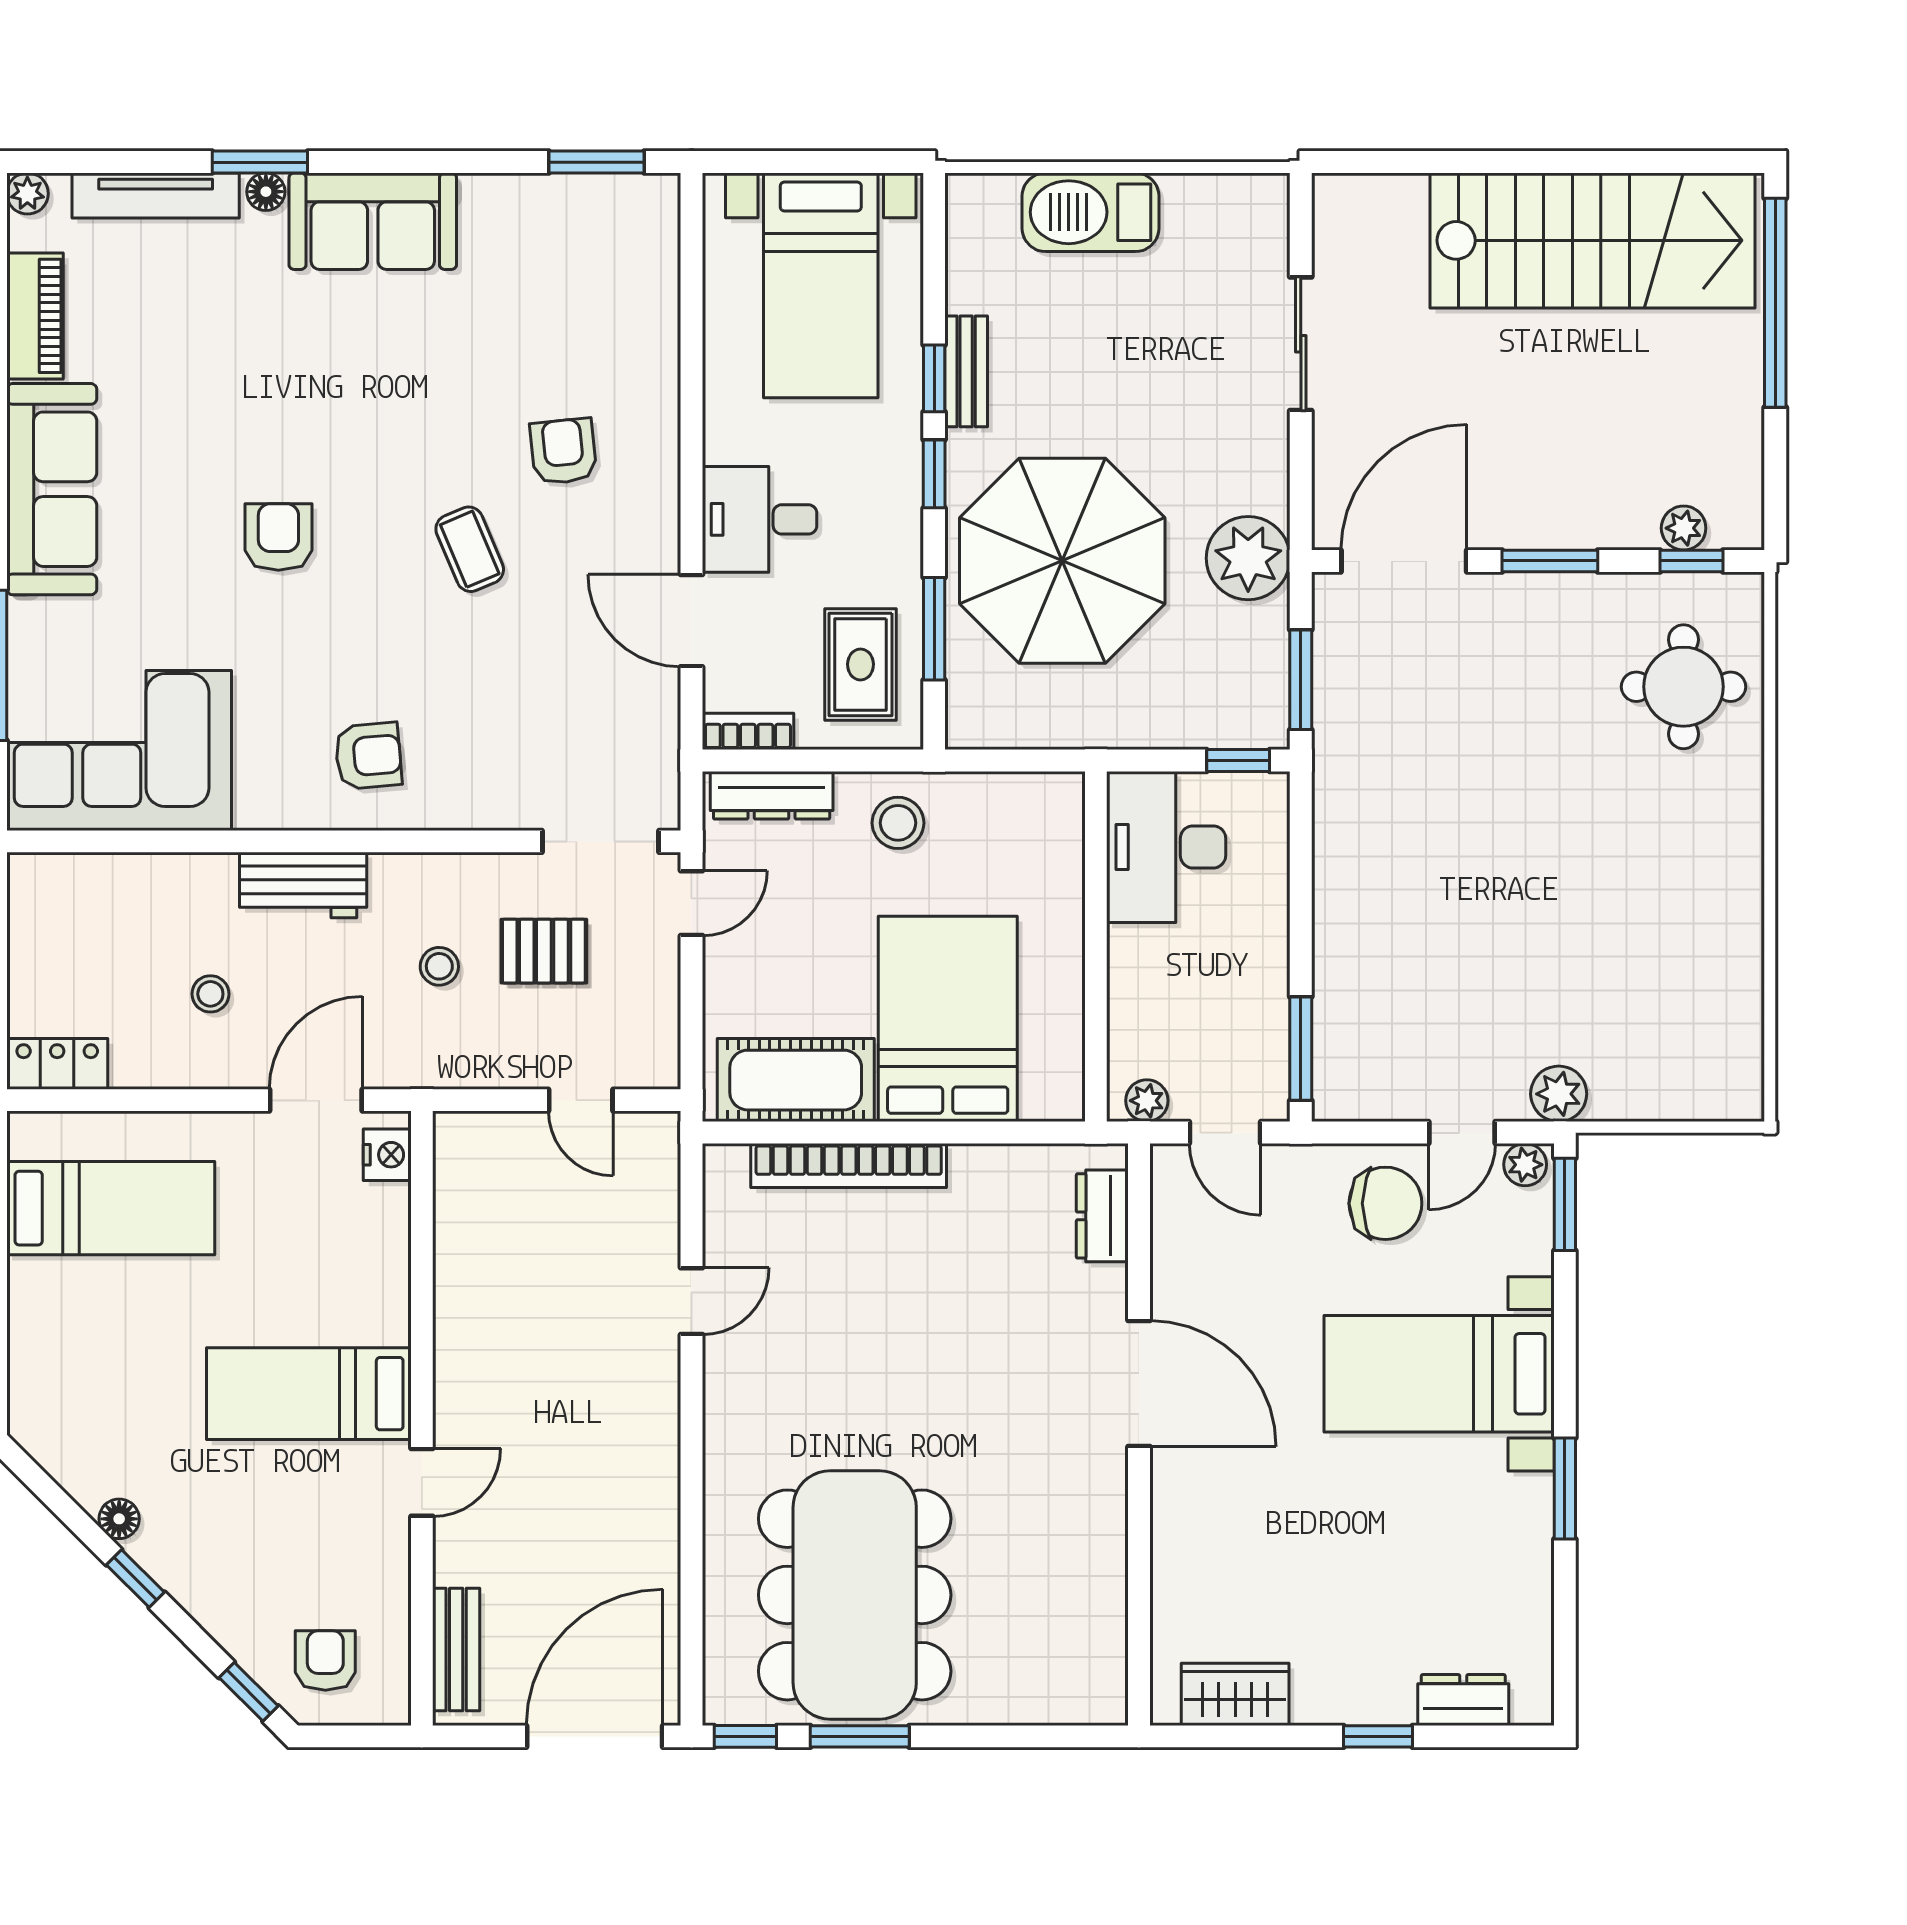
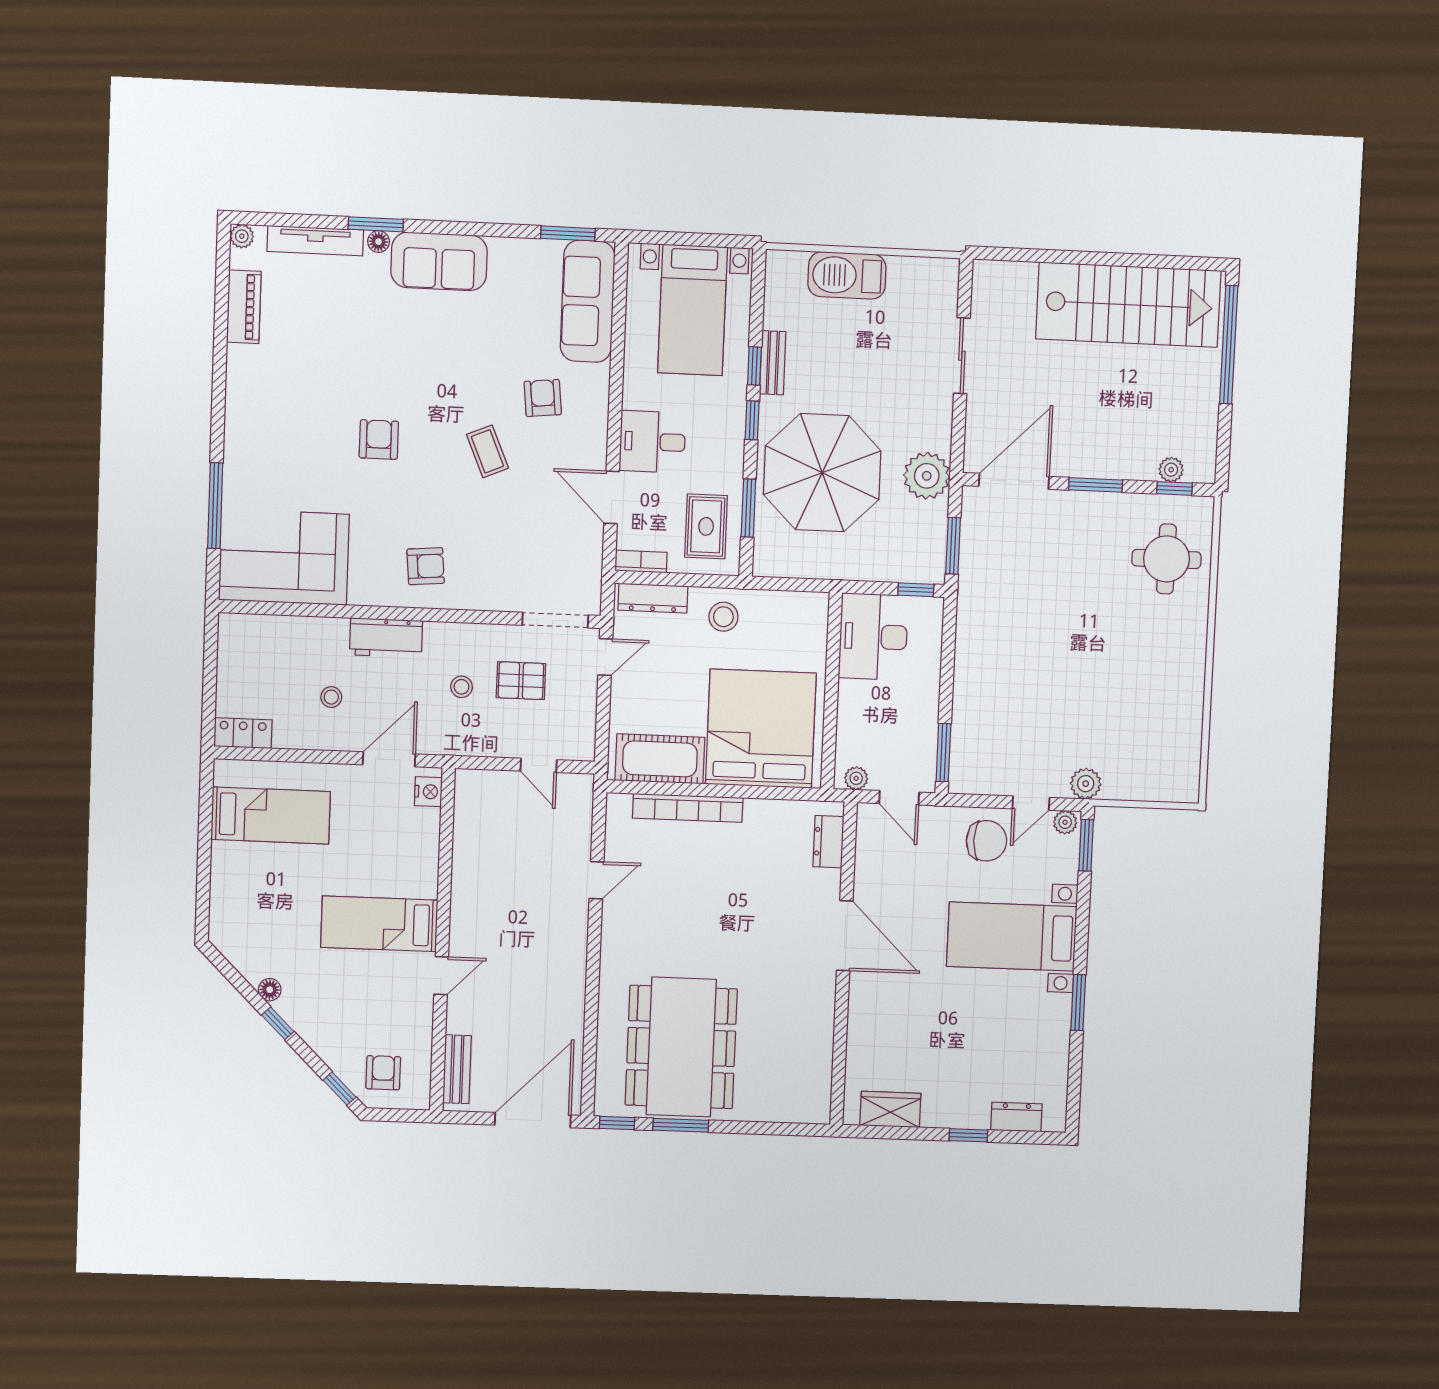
sofa: (52, 489) -> (588, 301), moved, turned 180
bed: (948, 1019) -> (761, 729), width x1.36

